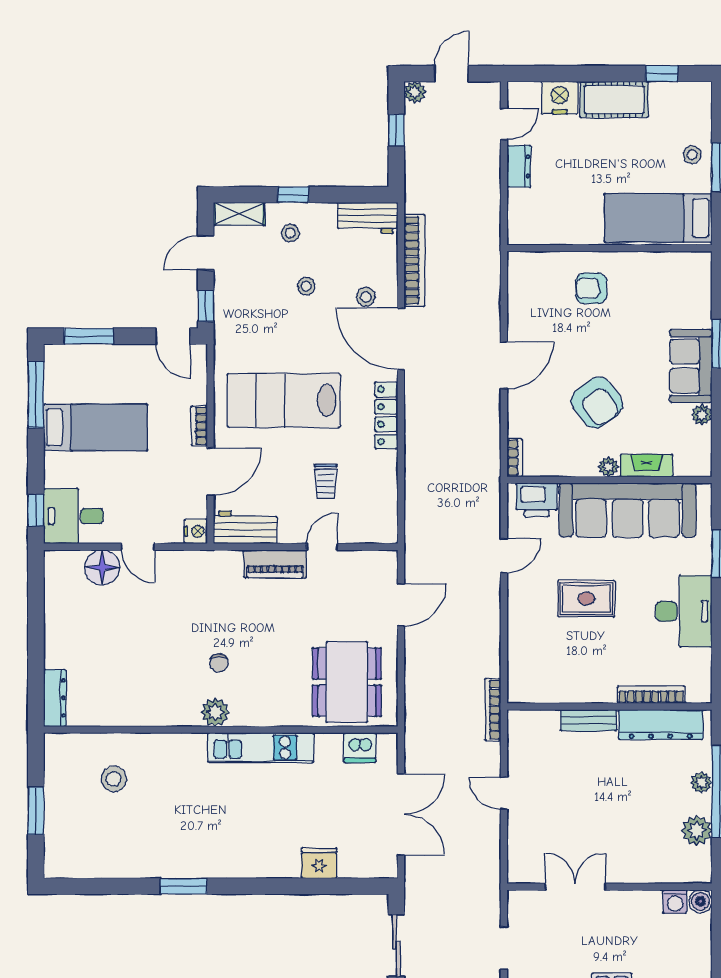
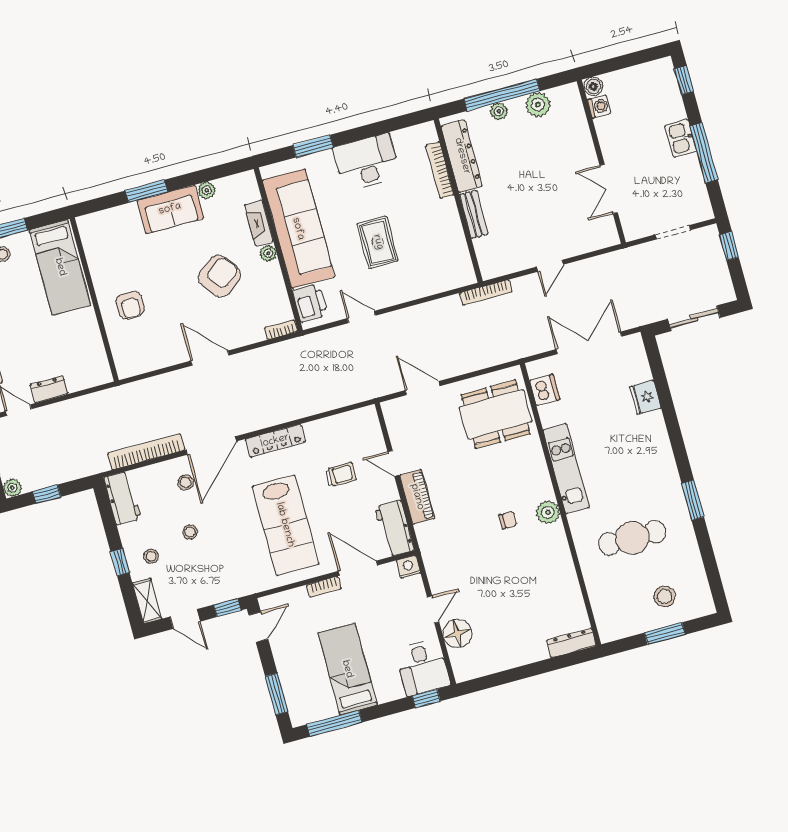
stool: (114, 779) -> (665, 596), moved
cafe table: (159, 803) -> (632, 538), added

